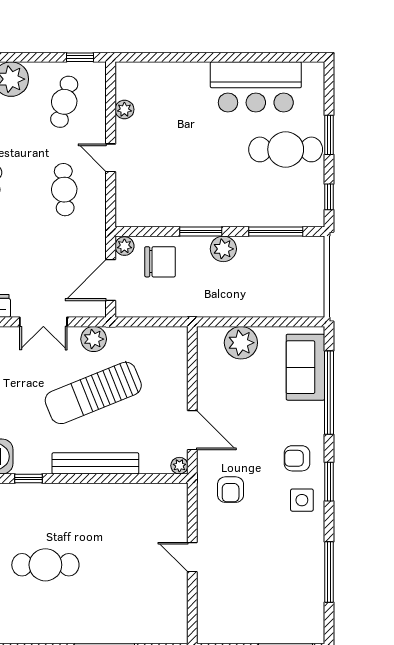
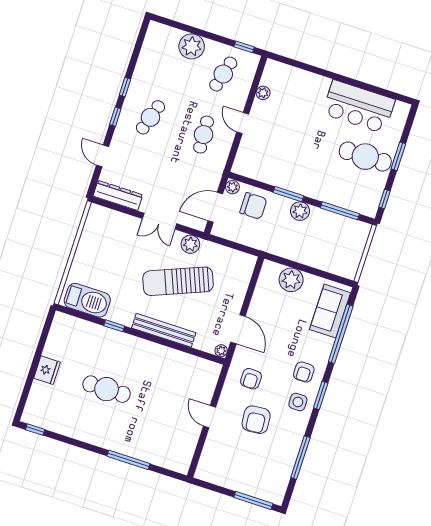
armchair: (297, 458) -> (304, 372), turned -90
armchair: (255, 541) -> (256, 420), added

